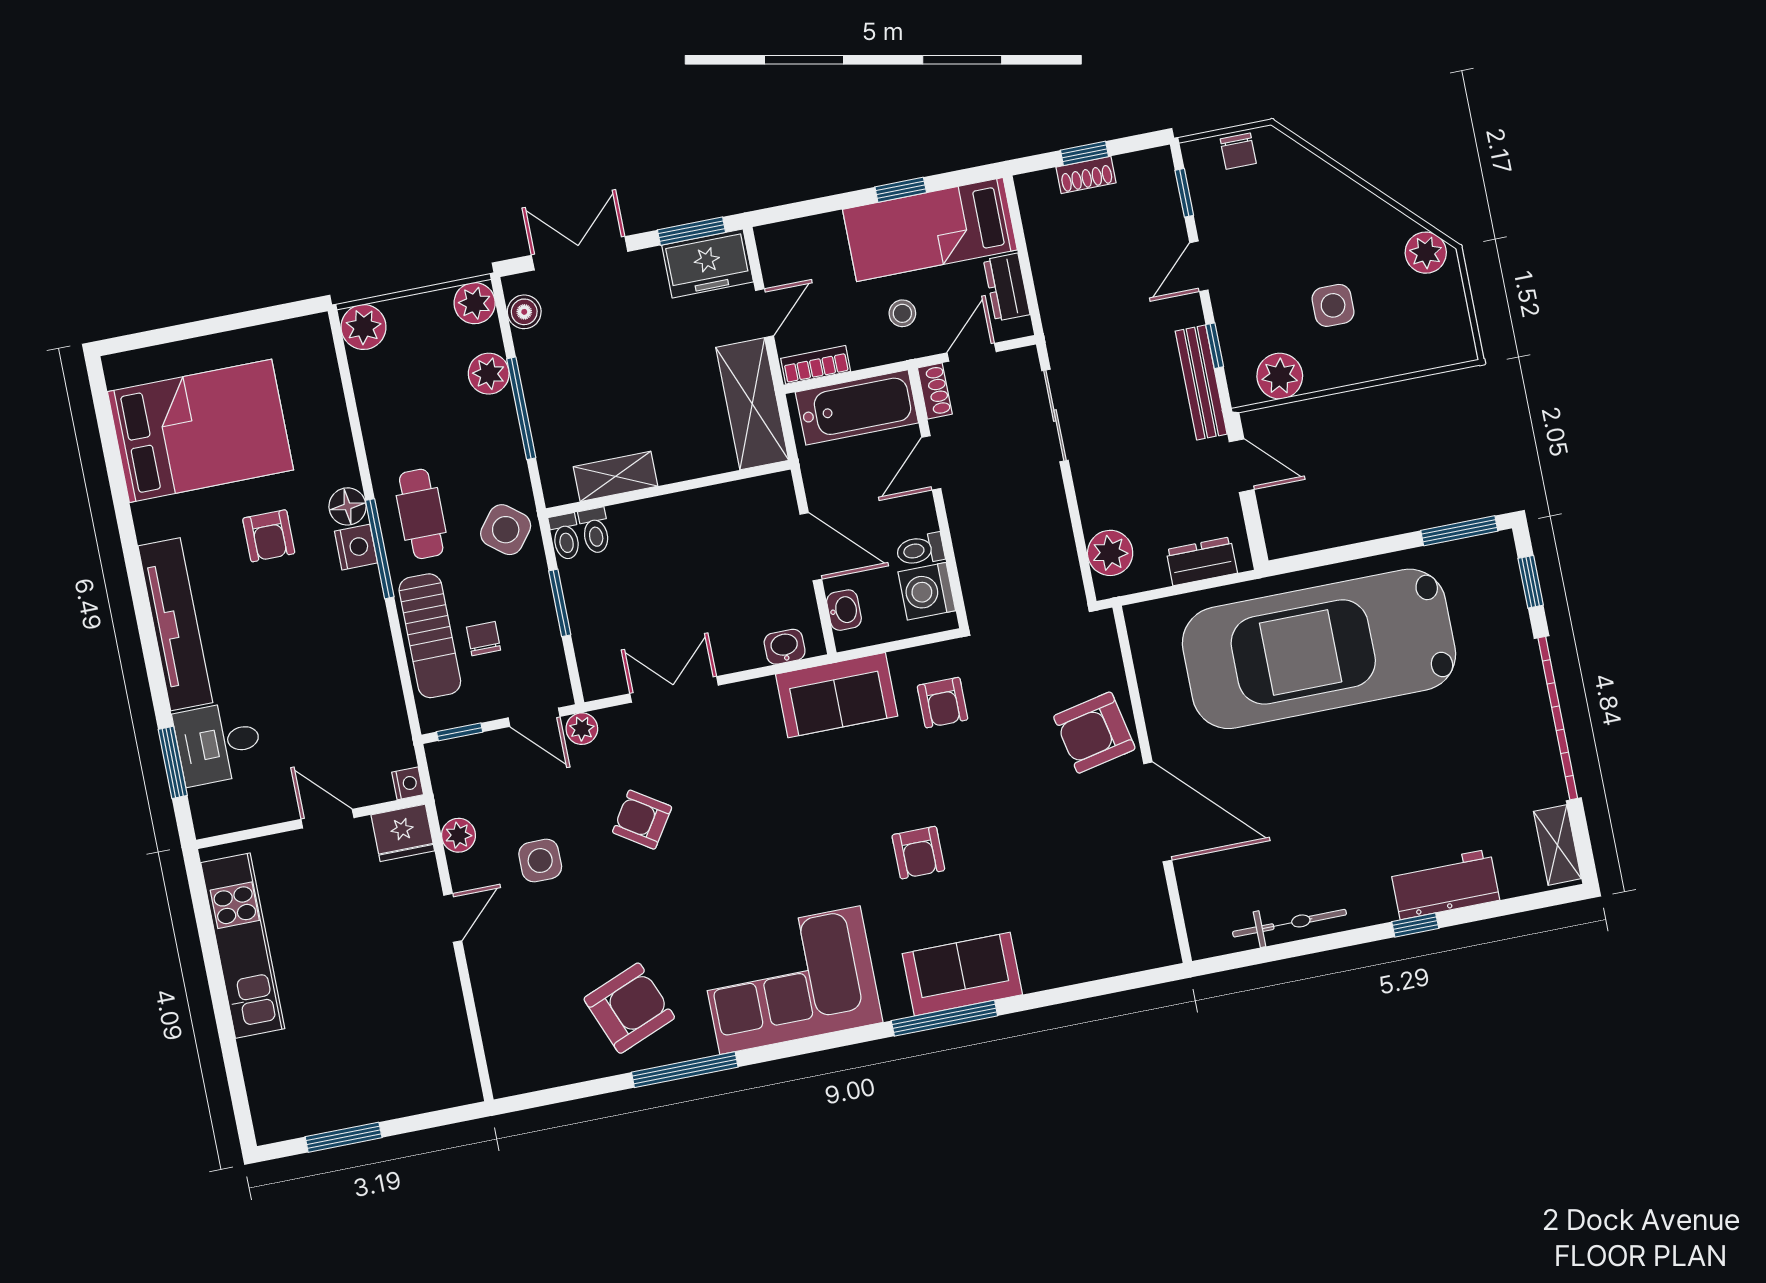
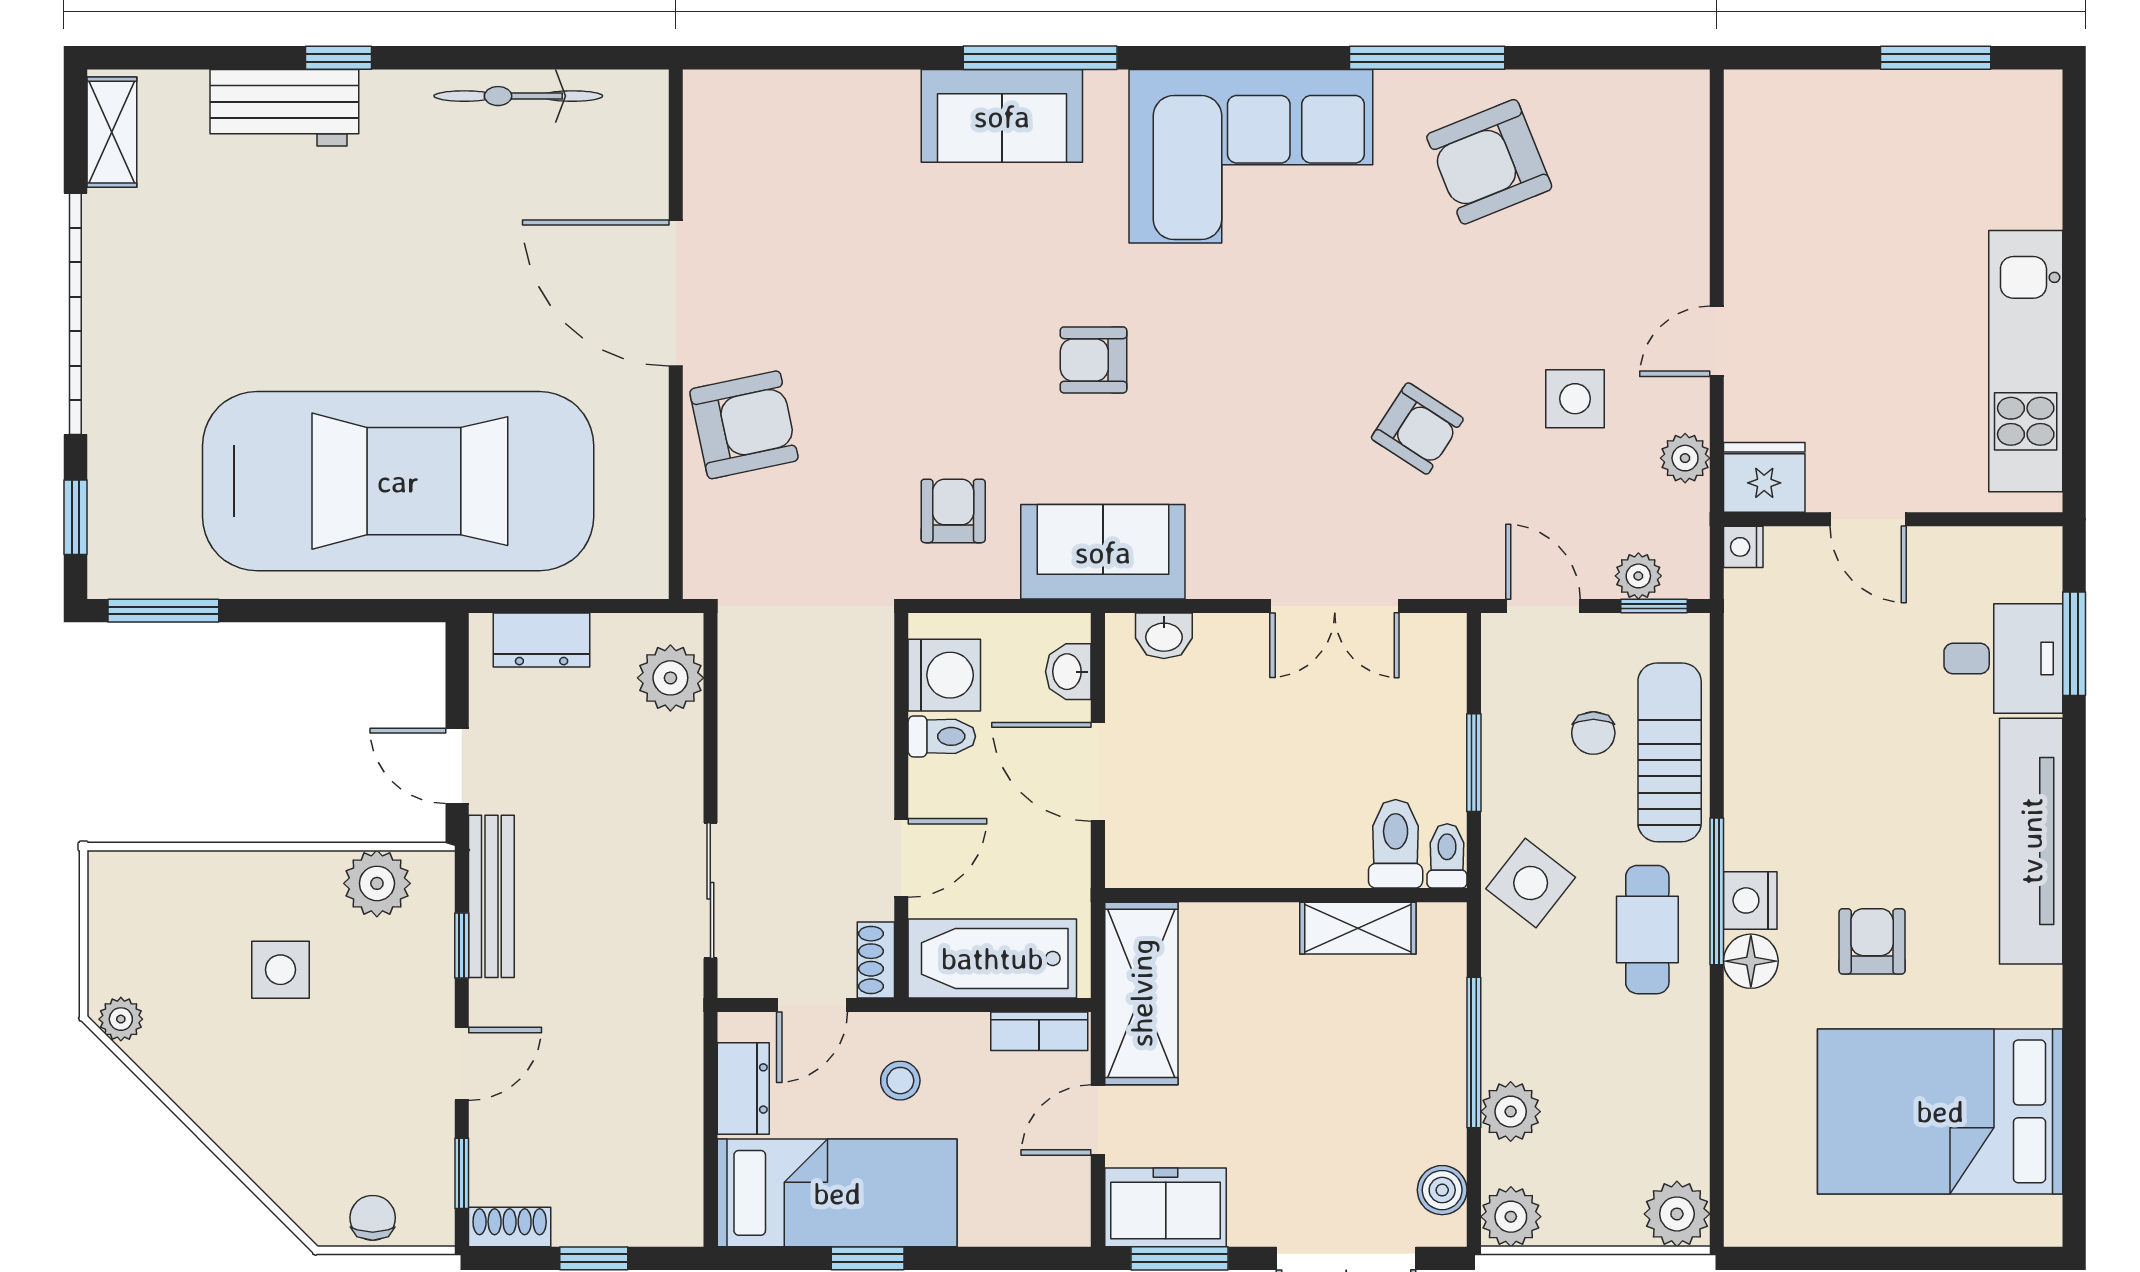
shoe rack: (1086, 175) -> (510, 1227), moved
plant: (1426, 253) -> (121, 1019), width x0.73, depth x0.73
toilet: (595, 531) -> (1396, 844), width x1.37, depth x1.39
plant: (582, 729) -> (1638, 576), moved
armchair: (918, 853) -> (1094, 360), moved, turned -90

